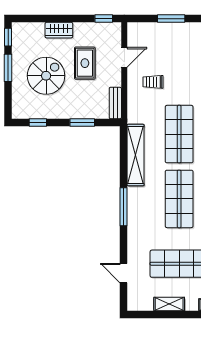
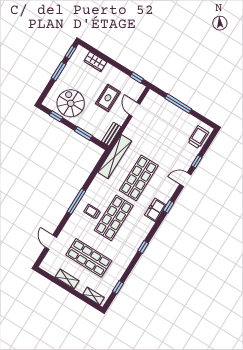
window: (171, 19) -> (178, 104), width x1.44
wardrobe: (59, 30) -> (95, 62), moved
door: (124, 57) -> (134, 109), swing flipped
spiral stairs: (46, 76) -> (71, 103), moved, turned -90
trolley: (153, 82) -> (92, 212), moved
shelving: (136, 155) -> (115, 157), moved

